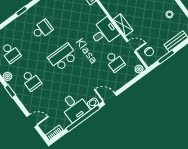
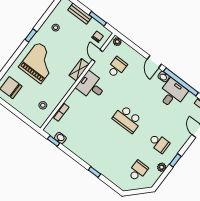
school desk: (42, 29) -> (106, 147), removed
school desk: (31, 80) -> (159, 143), turned 90

